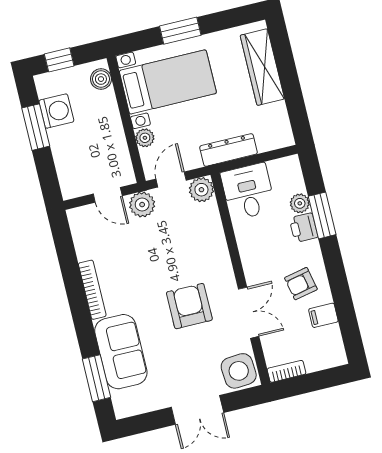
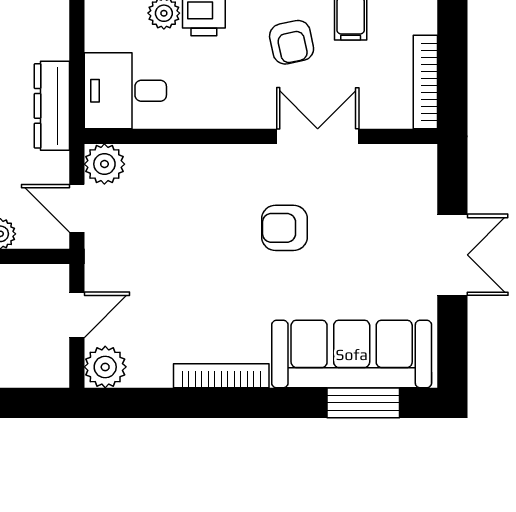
plant: (142, 205) -> (105, 367), moved
armchair: (189, 306) -> (284, 228), width x0.72, depth x0.72
sofa: (121, 352) -> (352, 354), width x1.36
side table: (239, 371) -> (406, 175), removed
bookcase: (286, 371) -> (425, 82), width x1.56

